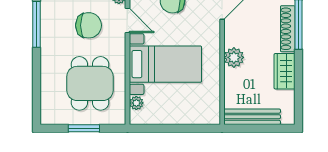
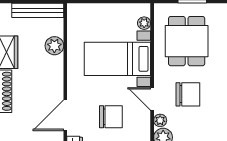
chair: (89, 25) -> (188, 94), turned 180
plant: (234, 57) -> (54, 46), moved

